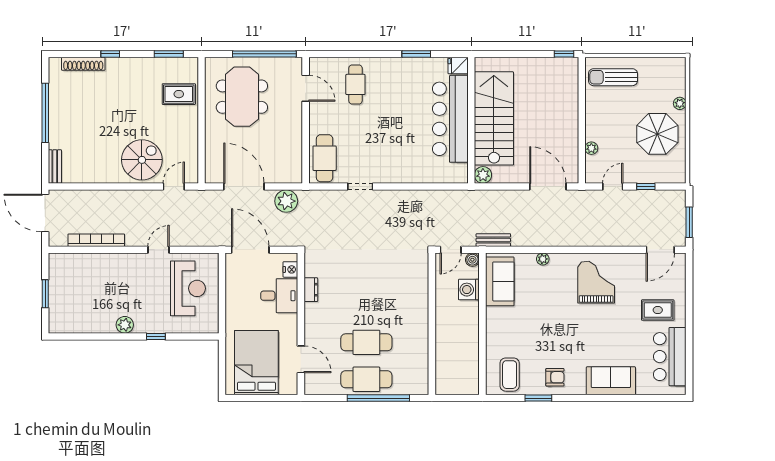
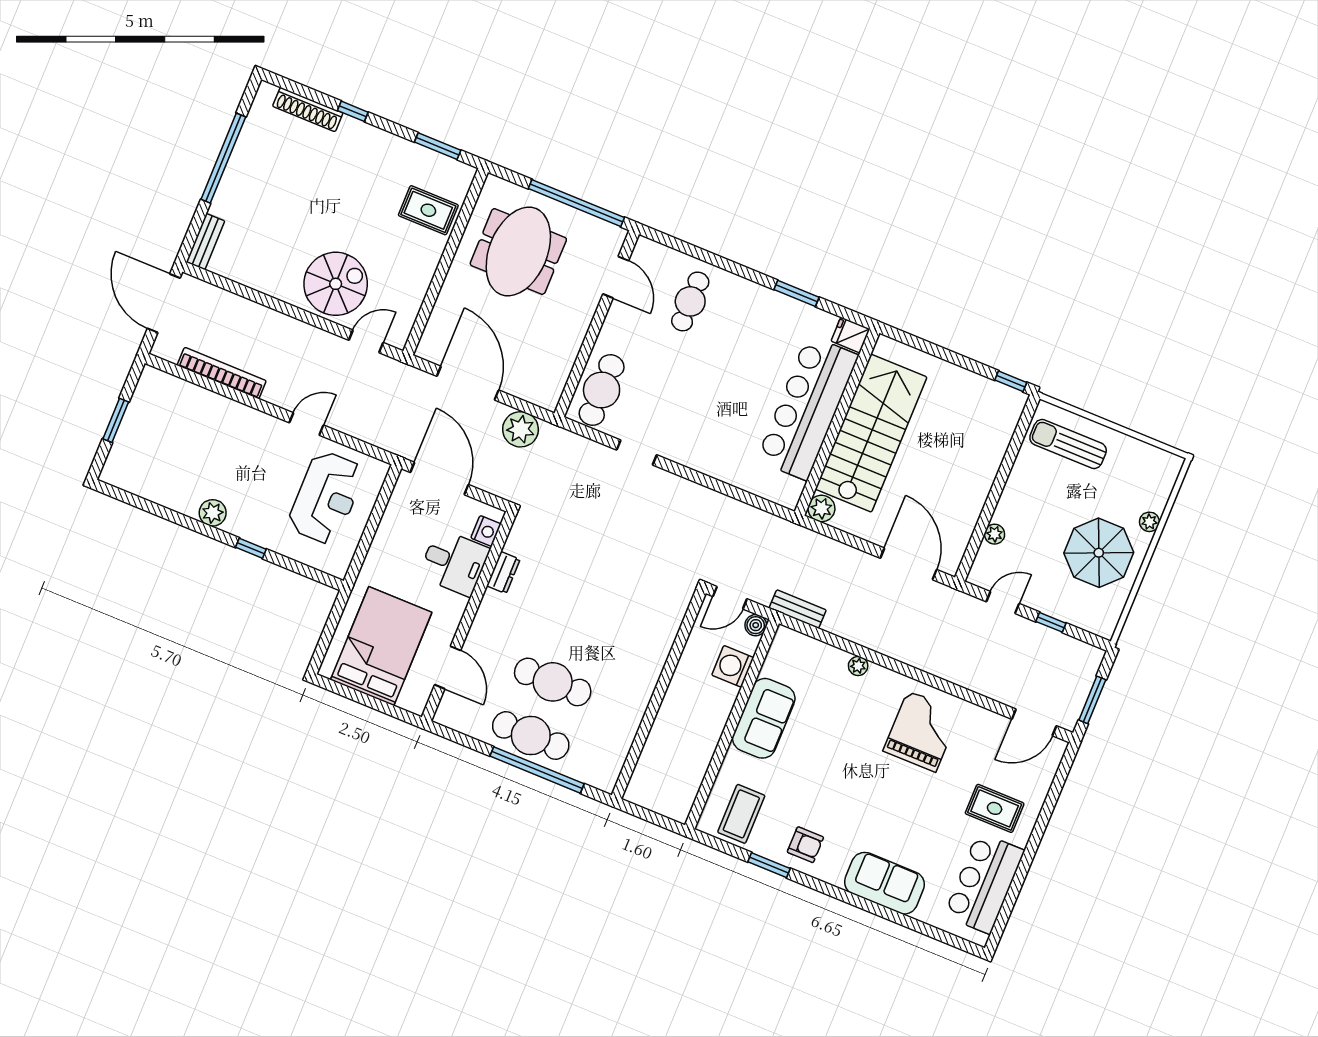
sofa: (500, 281) -> (764, 718), moved

